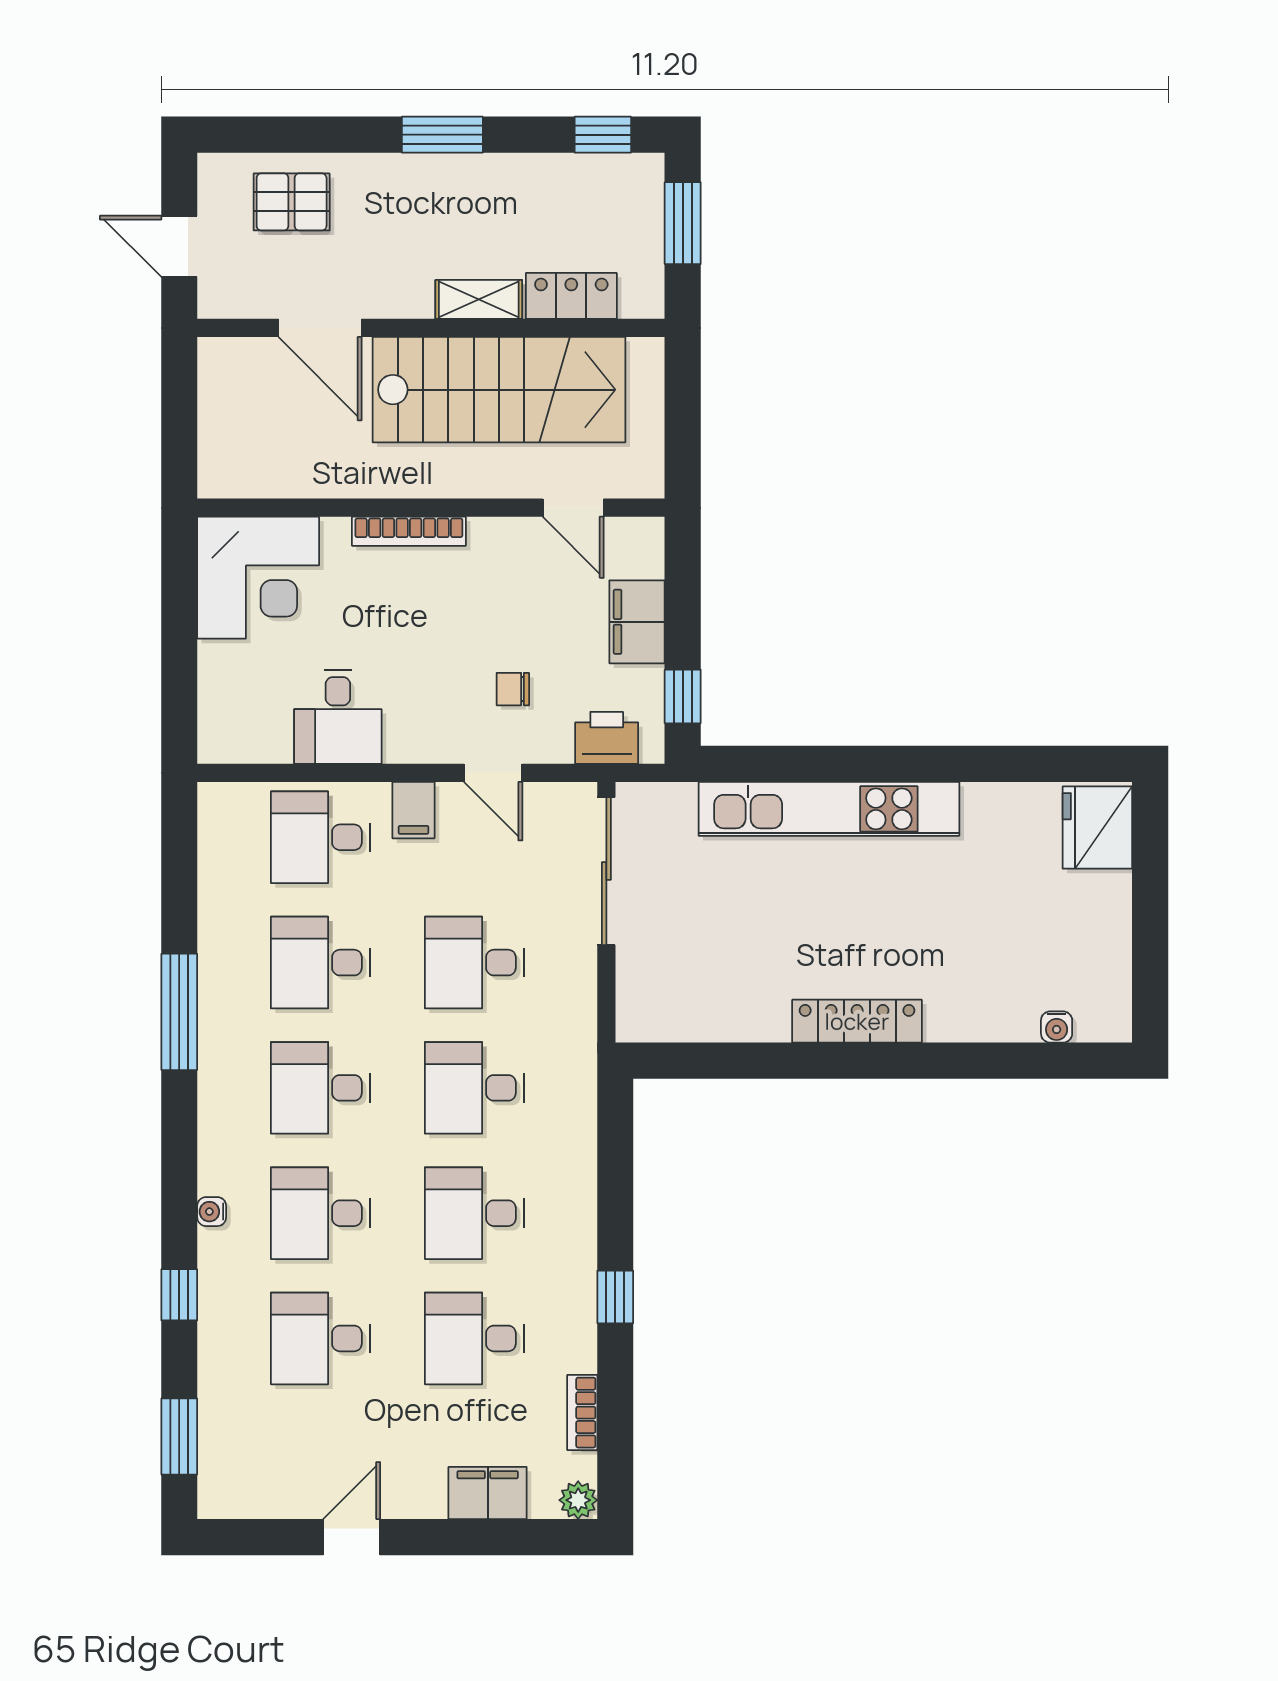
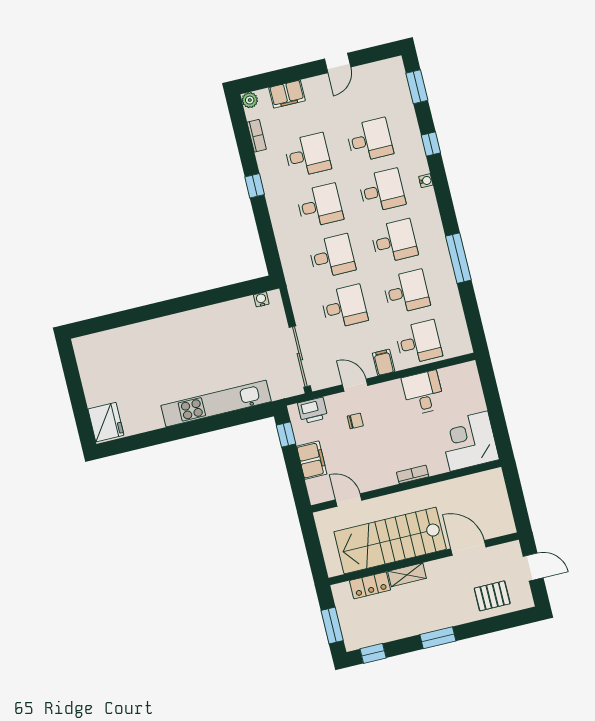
bookcase: (409, 531) -> (413, 474), width x0.64
locker: (857, 1021) -> (184, 321), removed
water cooler: (1057, 1027) -> (261, 299), moved

